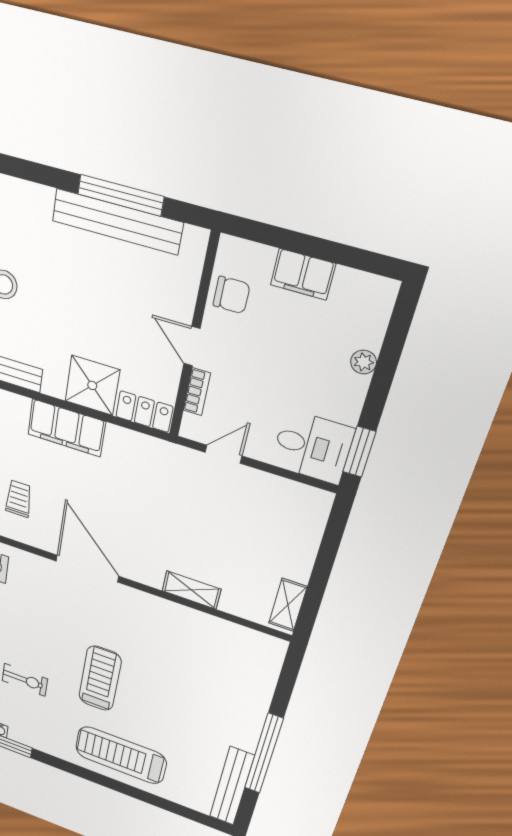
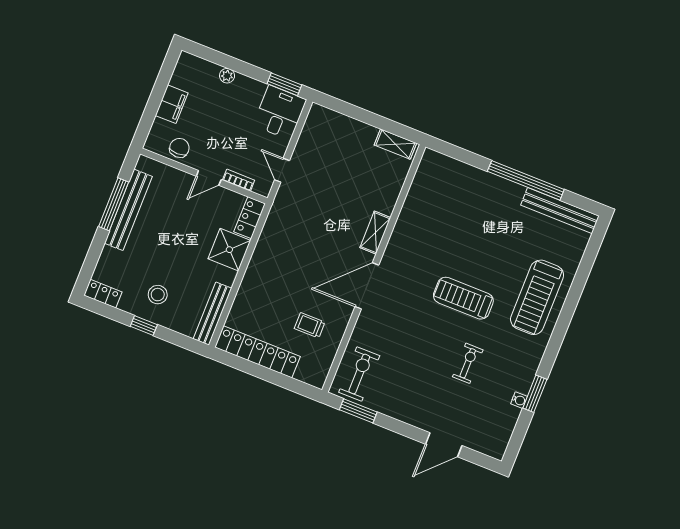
filing cabinet: (66, 428) -> (258, 275), removed
shelving: (191, 590) -> (375, 233), moved

